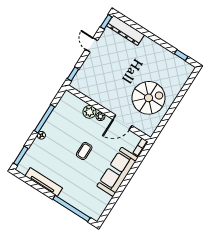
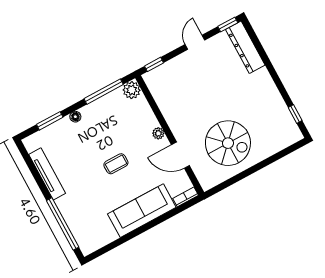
plant: (89, 112) -> (132, 90), moved
window: (44, 119) -> (104, 92), moved
window: (21, 156) -> (50, 121), moved

